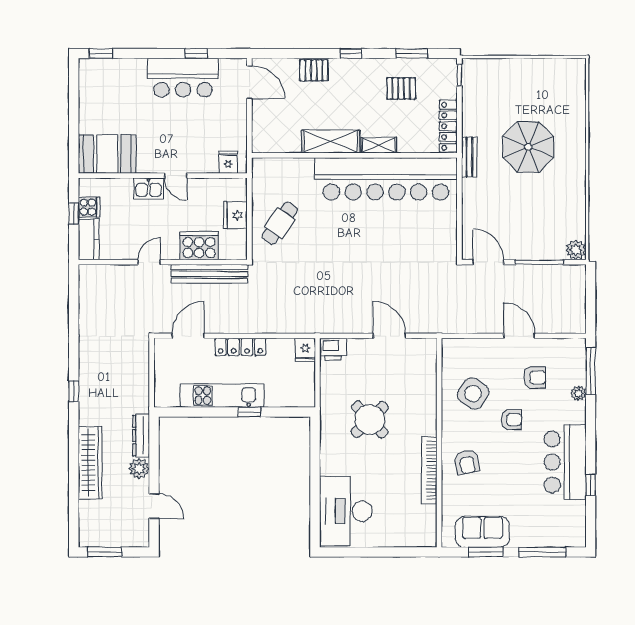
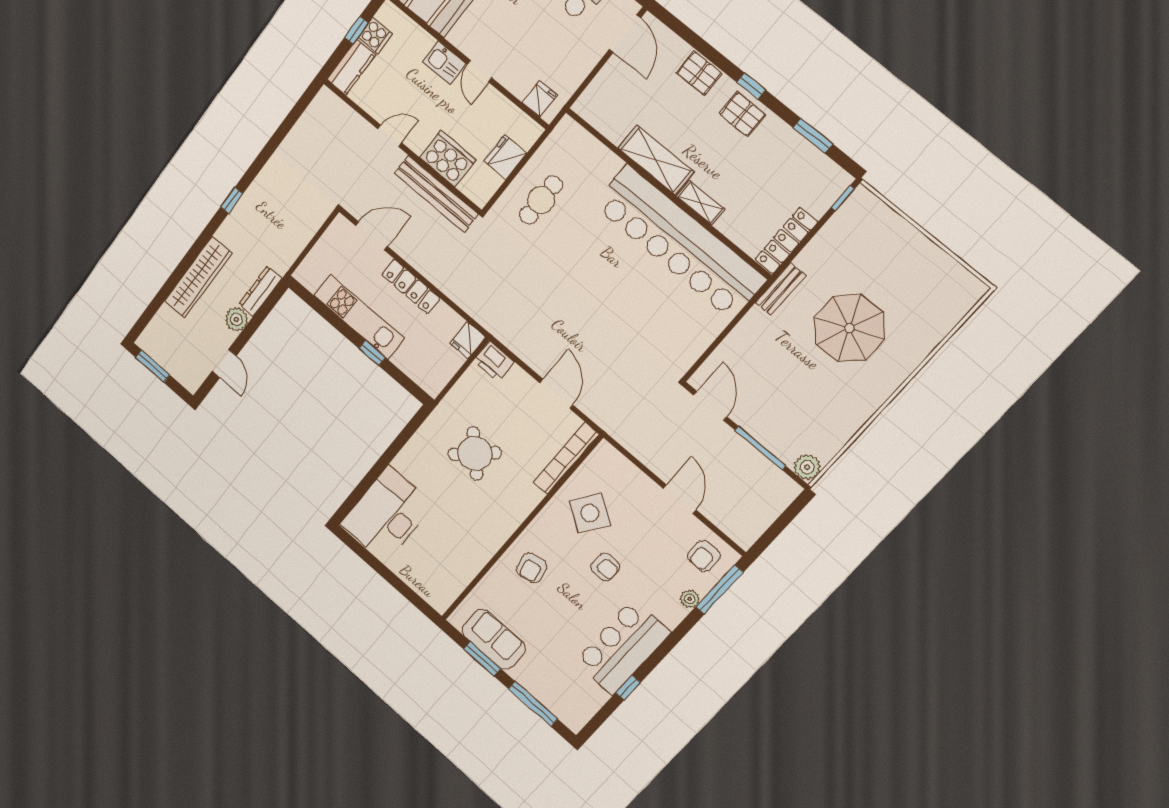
pallet: (401, 88) -> (742, 114), moved
cafe table: (280, 223) -> (541, 200), turned -35
armchair: (535, 378) -> (704, 556), moved, turned 90
bookcase: (429, 470) -> (566, 458), moved

